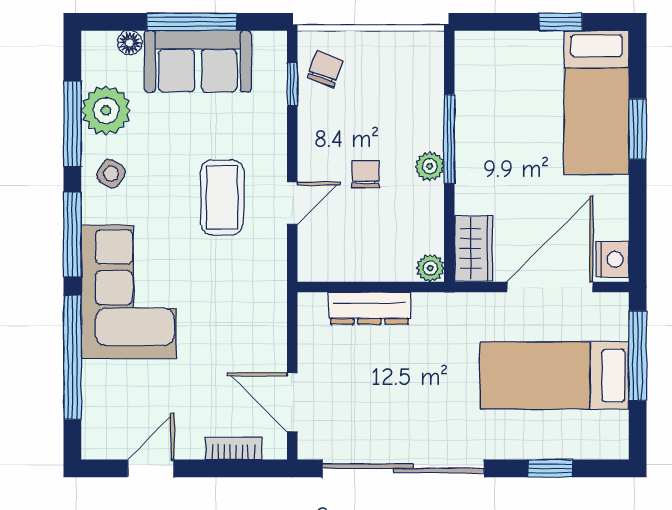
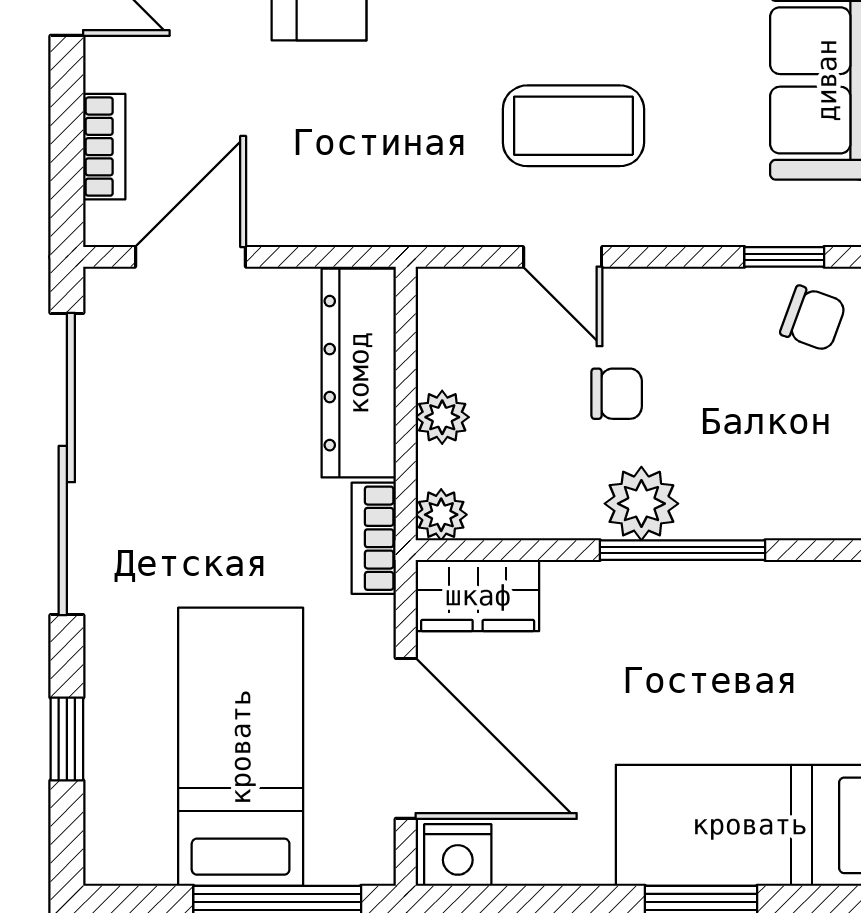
plant: (430, 166) -> (641, 504), width x1.38, depth x1.38
plant: (378, 267) -> (442, 417), added
bookcase: (443, 304) -> (374, 538), added
dresser: (369, 308) -> (359, 373), width x1.37, depth x1.24

